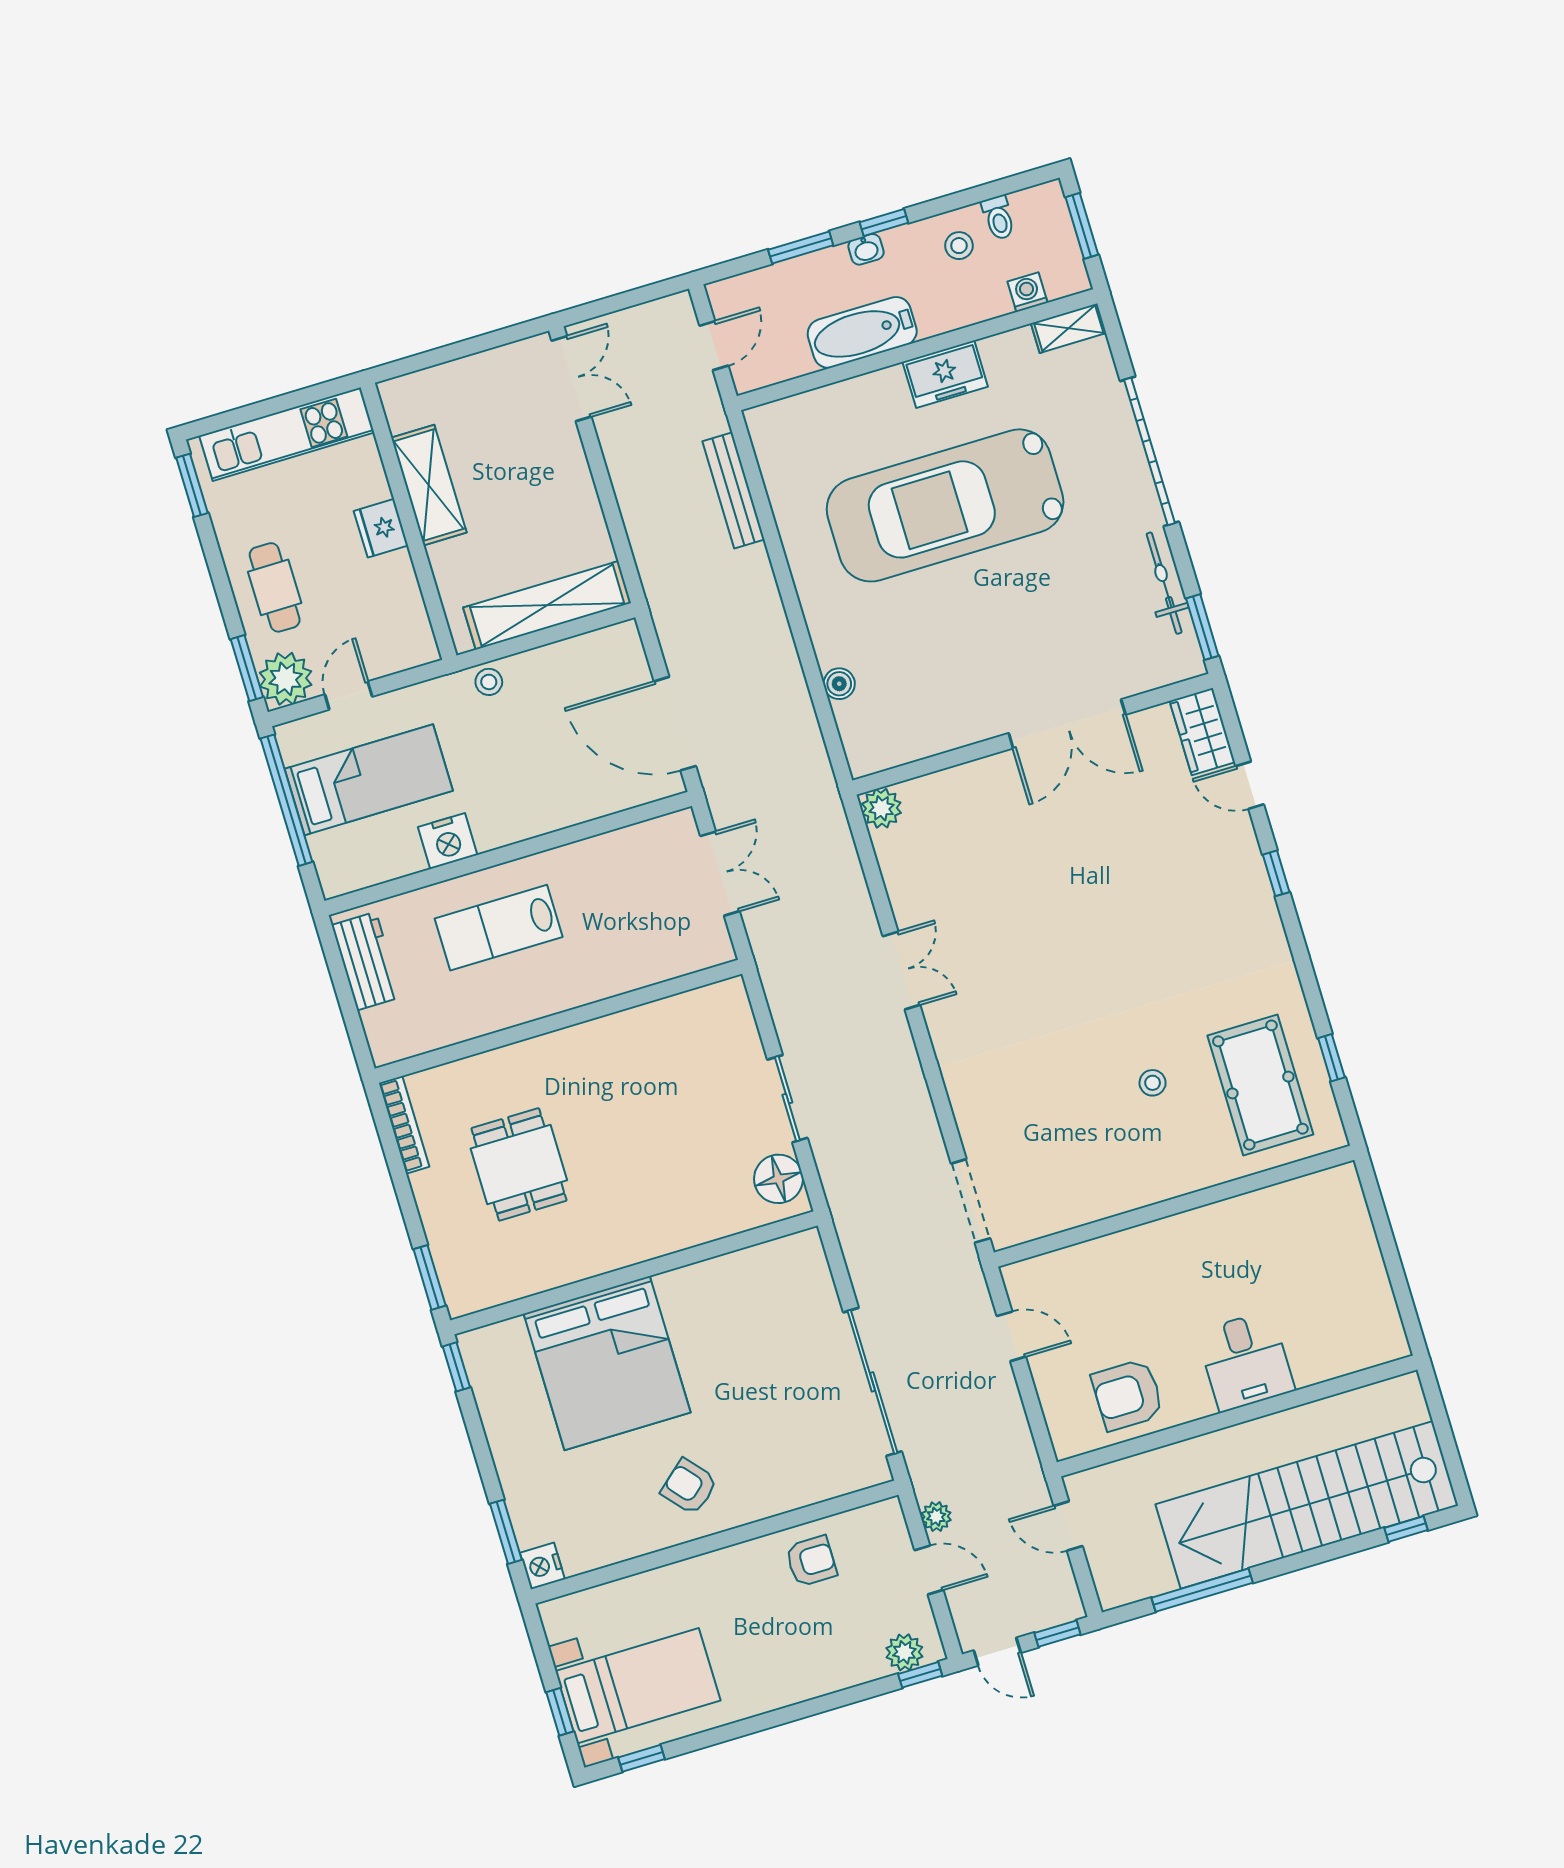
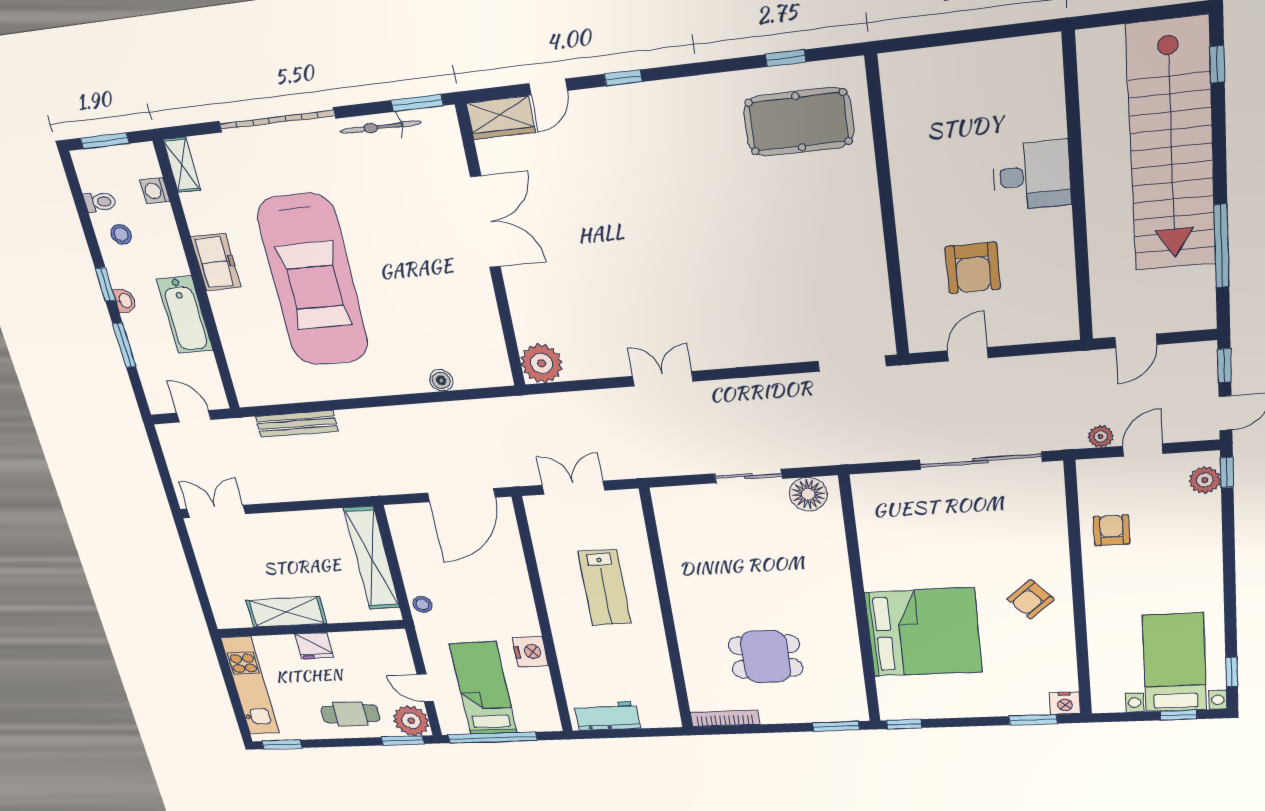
plant: (881, 808) -> (542, 363), width x1.36, depth x1.36
lab bench: (499, 928) -> (605, 588), moved
stool: (1153, 1083) -> (782, 208), removed
armchair: (1128, 1395) -> (973, 268), moved

